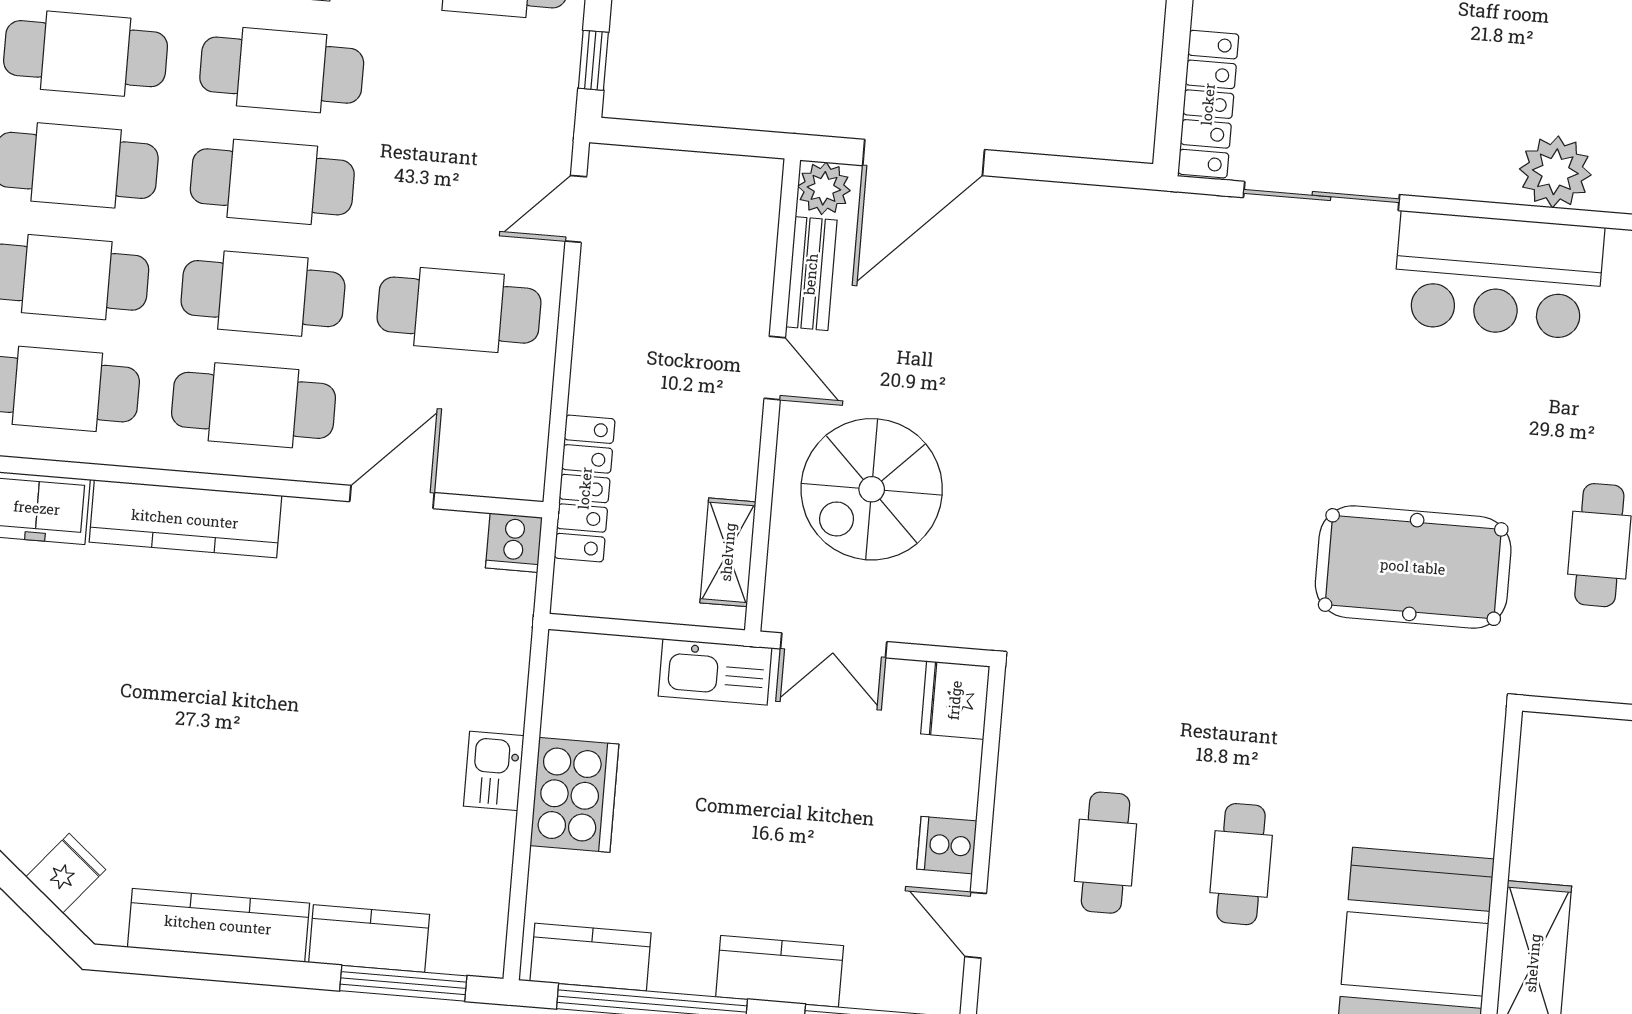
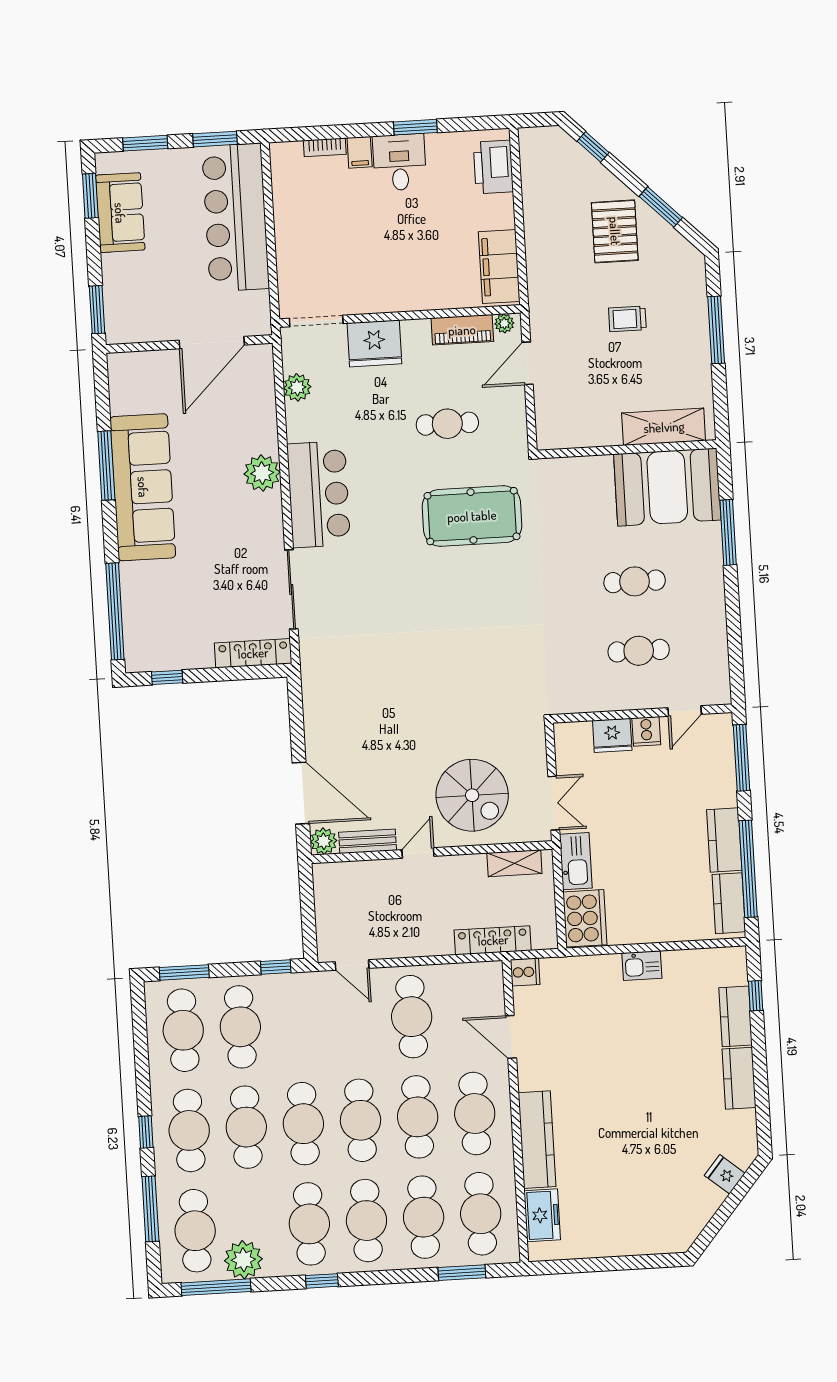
pool table: (1413, 567) -> (472, 516), turned 90
fridge: (955, 700) -> (612, 735), moved
cooker: (574, 795) -> (585, 918), moved, turned 90
kitchen counter: (218, 925) -> (739, 1078), width x0.67
kitchen counter: (780, 971) -> (724, 840), moved
window: (403, 983) -> (756, 996), width x0.46

